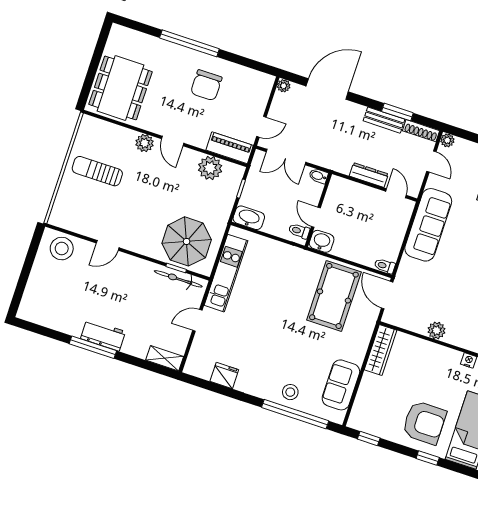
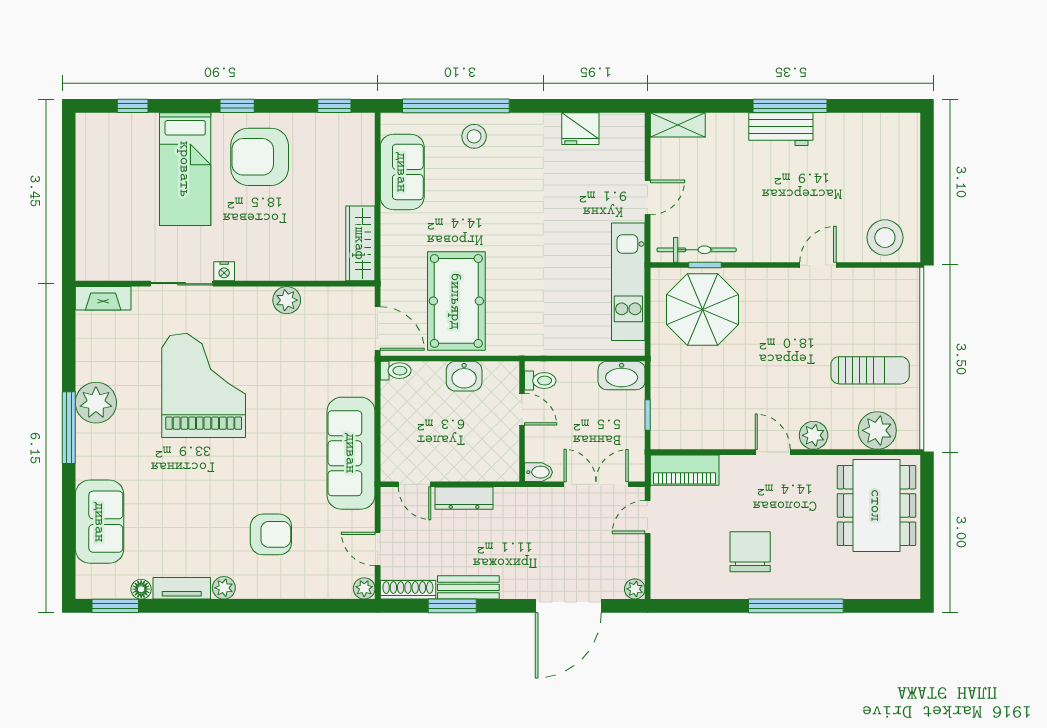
plant: (210, 168) -> (877, 430), moved
washbasin: (322, 241) -> (464, 376), moved

